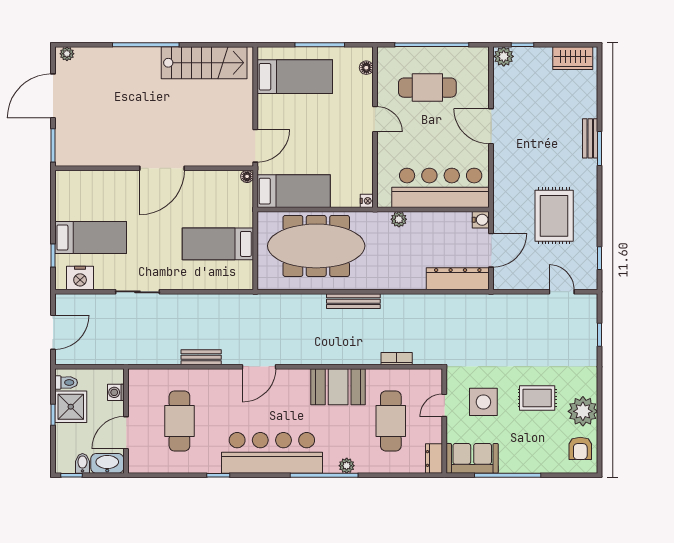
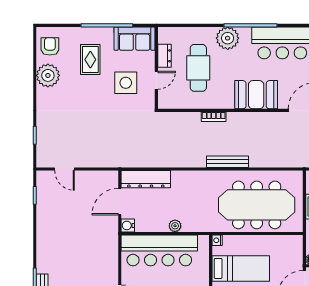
bed: (294, 191) -> (241, 268), moved, turned 180
rug: (554, 216) -> (70, 228), removed
plant: (399, 219) -> (175, 226), moved
bookcase: (397, 359) -> (214, 117), moved
booth: (338, 387) -> (256, 95), moved
rug: (537, 398) -> (90, 60), moved, turned 90
dresser: (434, 458) -> (164, 56), moved
plant: (347, 466) -> (228, 38), width x1.87, depth x1.87

